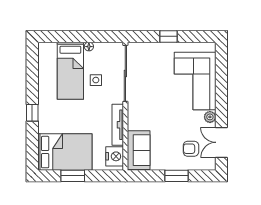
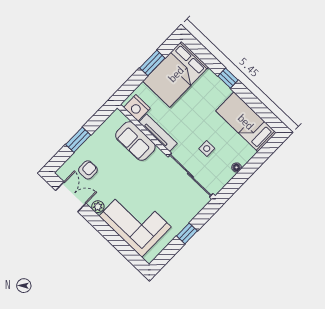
bed: (70, 71) -> (246, 122), moved
sofa: (139, 150) -> (135, 141), moved

